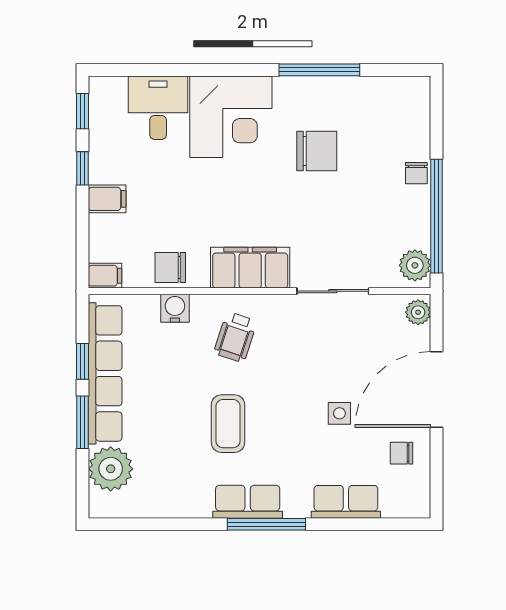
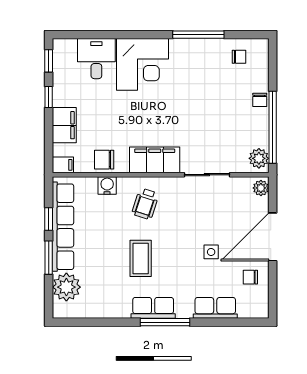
chair: (317, 151) -> (239, 57), moved, width x0.54, depth x0.54
filing cabinet: (107, 199) -> (64, 125), width x2.00

